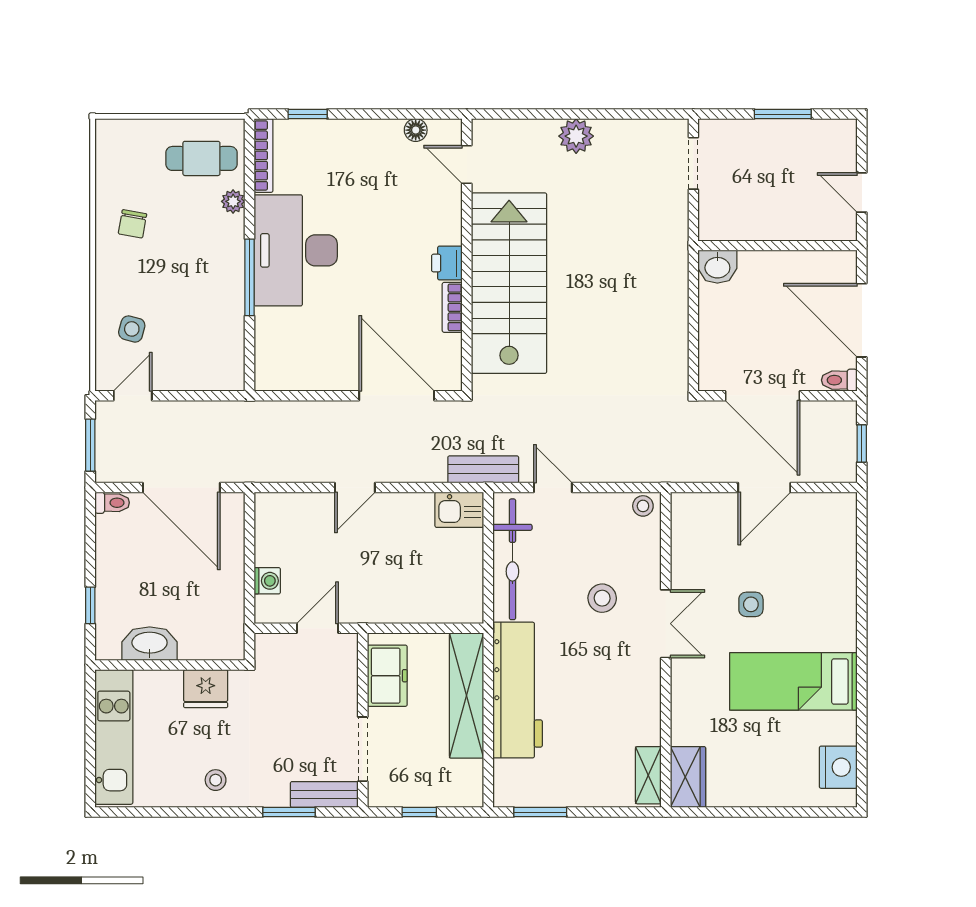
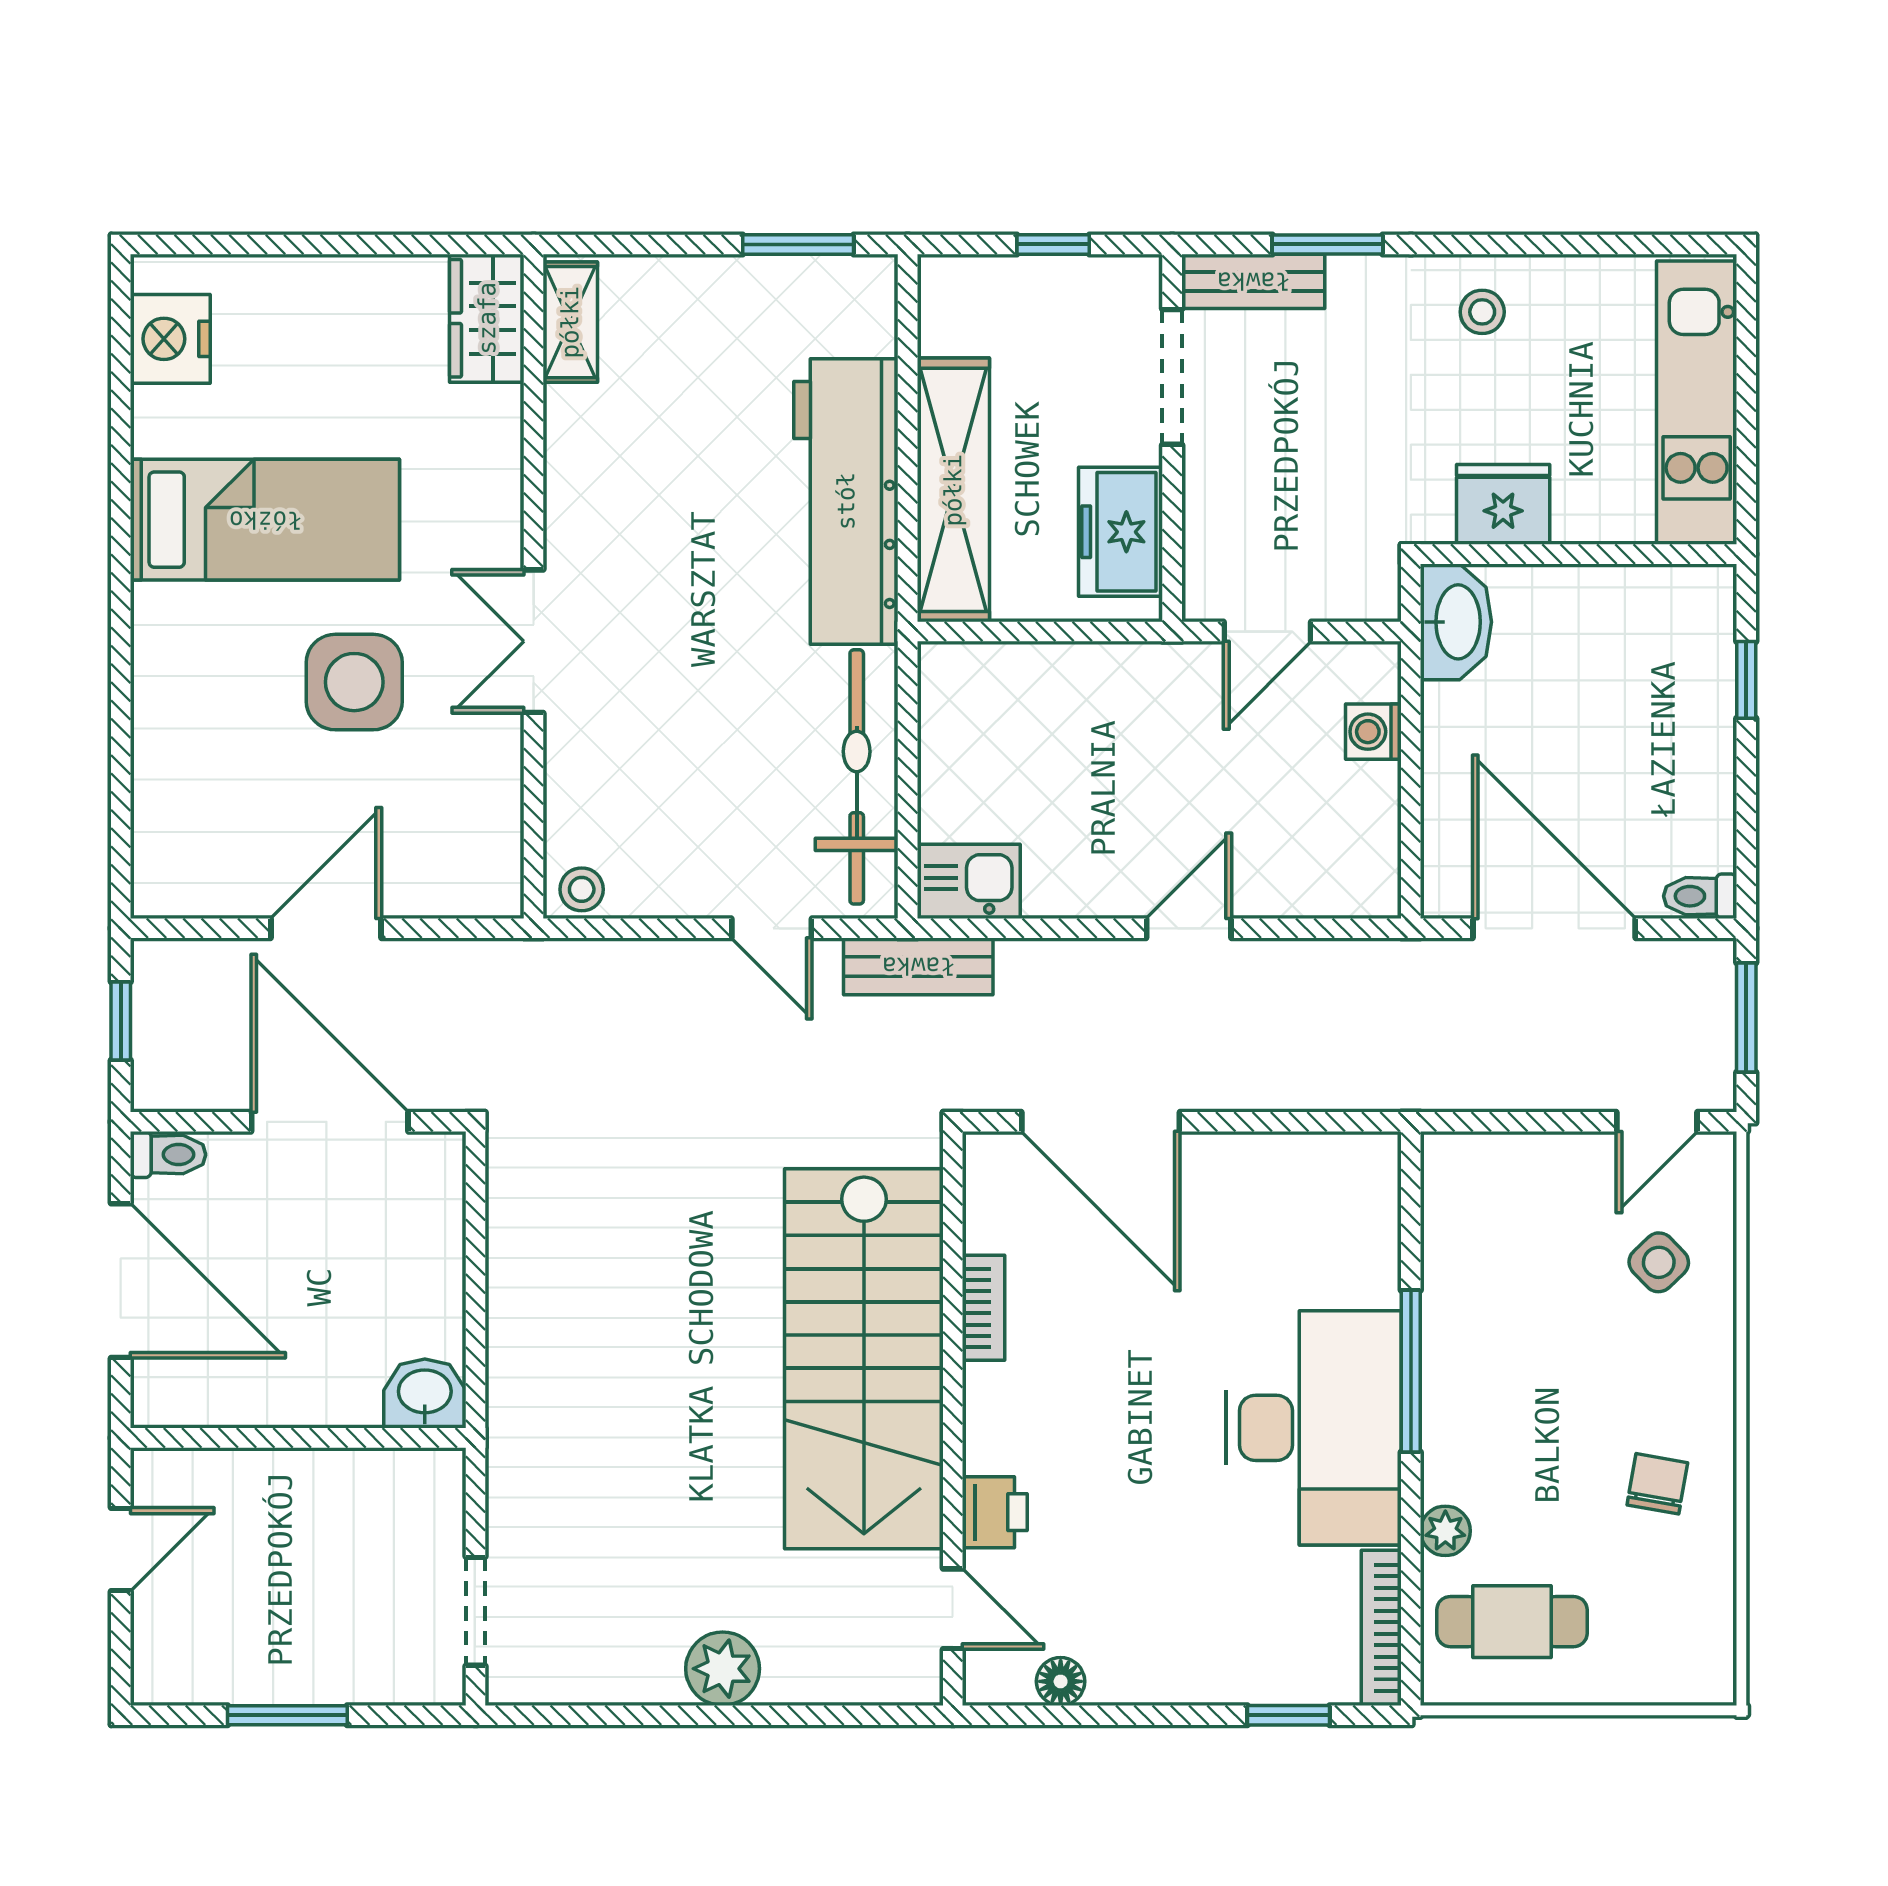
door: (862, 193) -> (121, 1550), hinge flipped
printer: (447, 263) -> (995, 1512), moved
side table: (132, 329) -> (1659, 1262), turned 31
stool: (602, 598) -> (668, 695), removed
side table: (751, 604) -> (354, 682), width x1.87, depth x1.87
washbasin: (150, 644) -> (1456, 622), moved, turned -90

